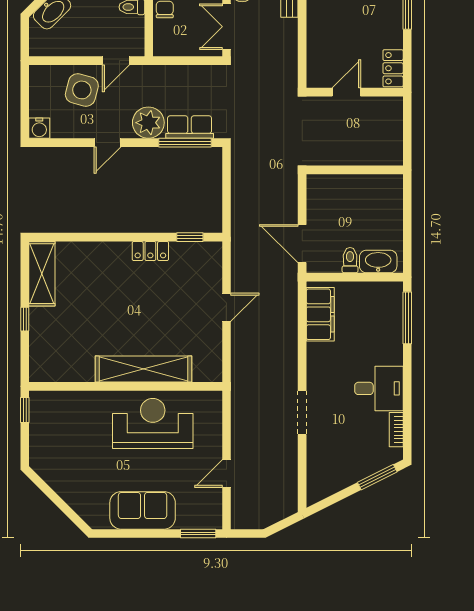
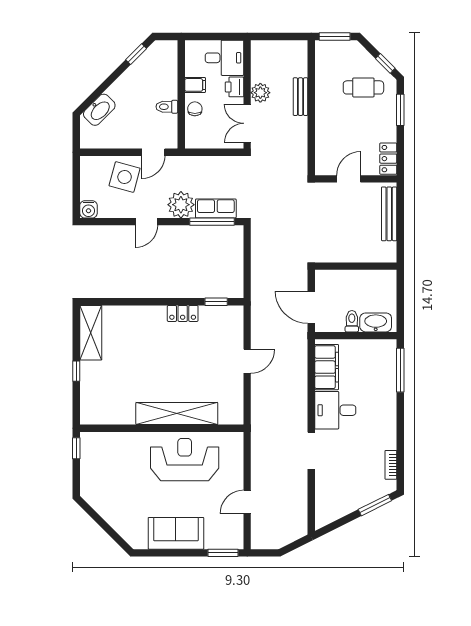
bench: (394, 133) -> (389, 214), added
wall: (355, 170) -> (356, 266), moved
desk: (379, 388) -> (335, 410), moved, turned 180

